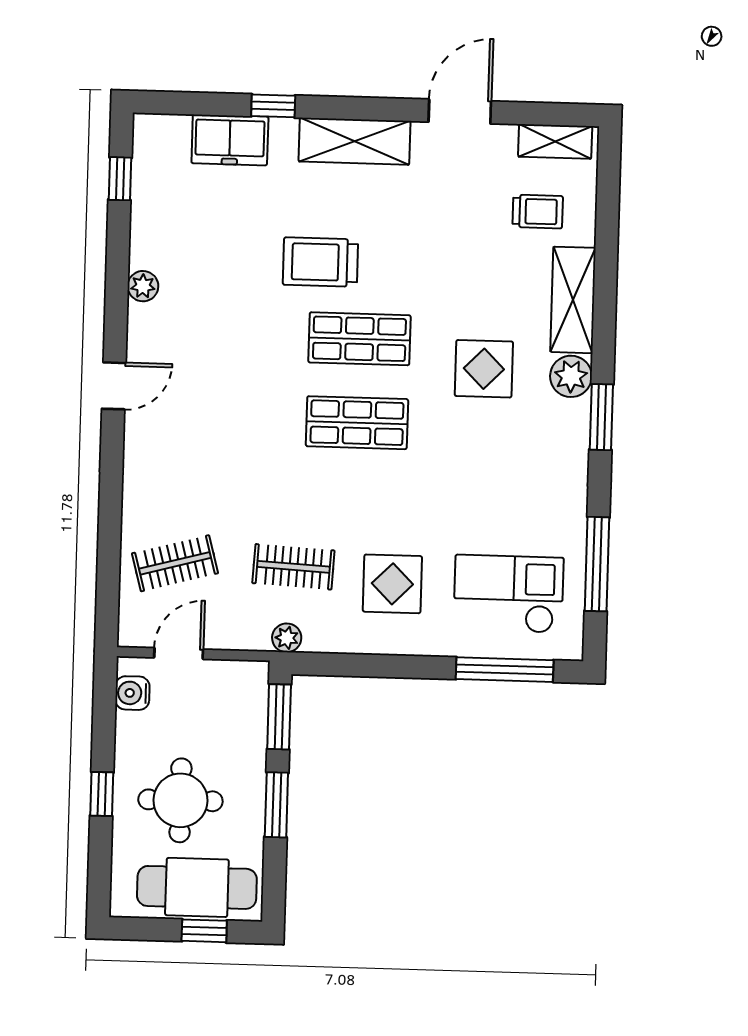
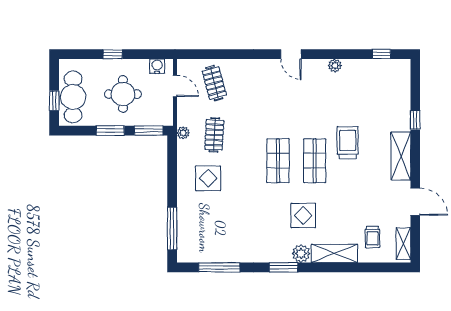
freezer: (230, 140) -> (400, 102), removed
checkout: (509, 594) -> (205, 229), removed
round table: (180, 800) -> (123, 94), moved

